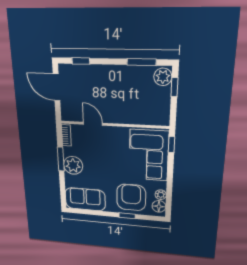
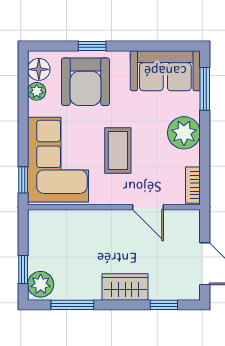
wardrobe: (106, 74) -> (125, 287), added
coffee table: (112, 158) -> (118, 150), added
window: (61, 159) -> (205, 89), moved

